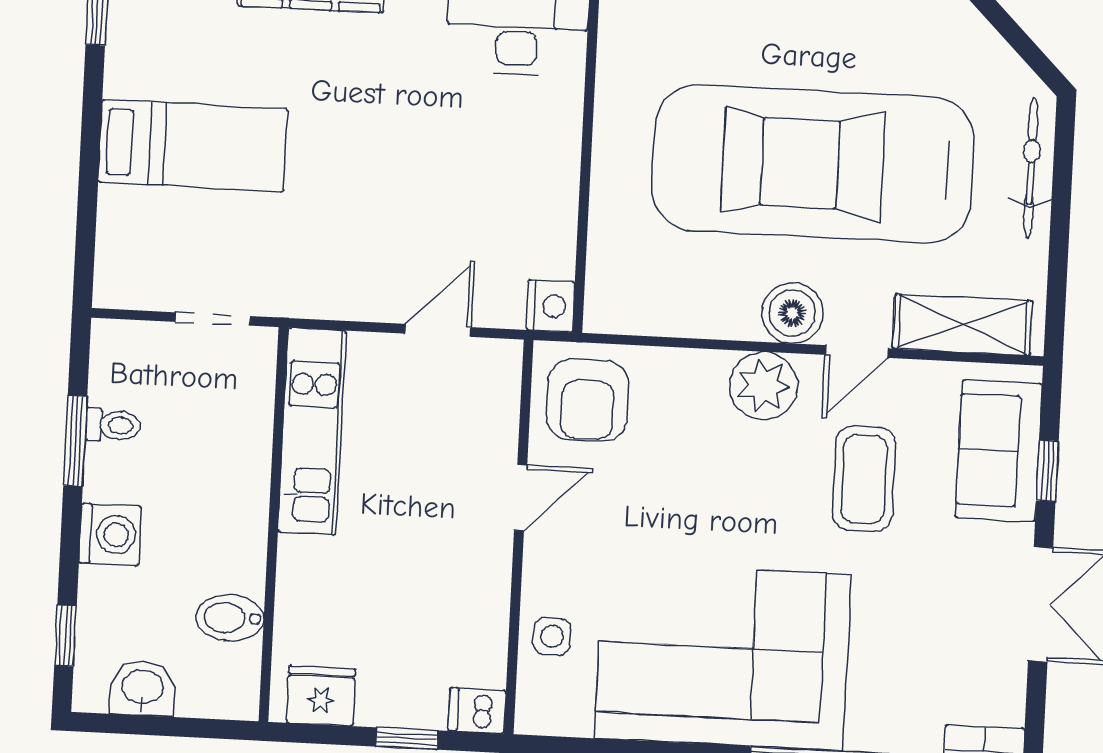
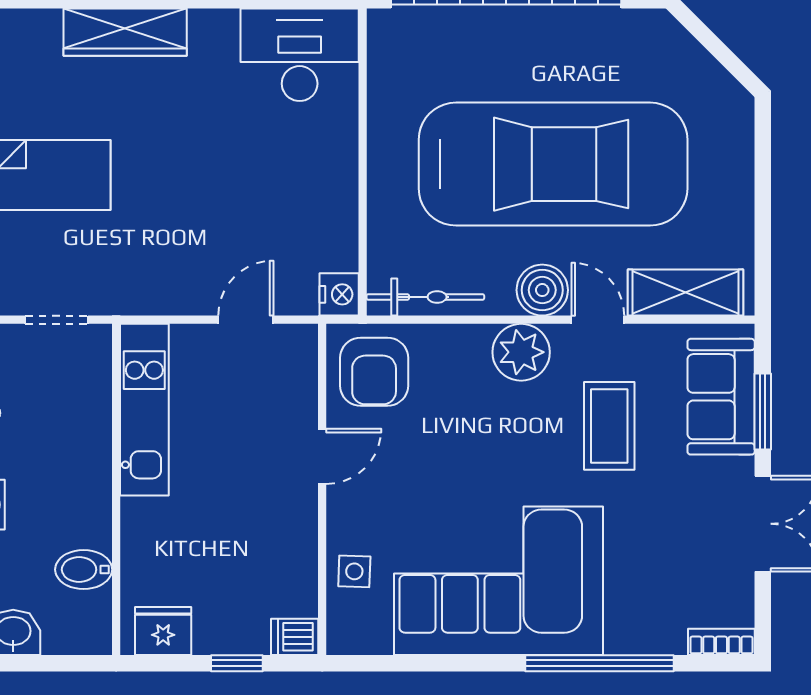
car: (813, 164) -> (553, 164), turned 180
bicycle: (1031, 168) -> (425, 297), moved, turned 90
door: (857, 352) -> (598, 320), swing flipped
window: (1047, 471) -> (763, 412), width x1.50

